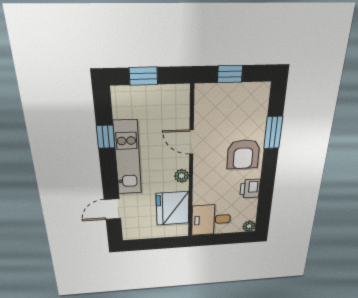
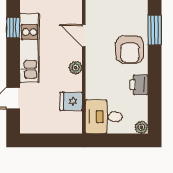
fridge: (173, 208) -> (71, 101), width x0.53, depth x0.75

